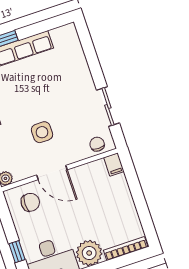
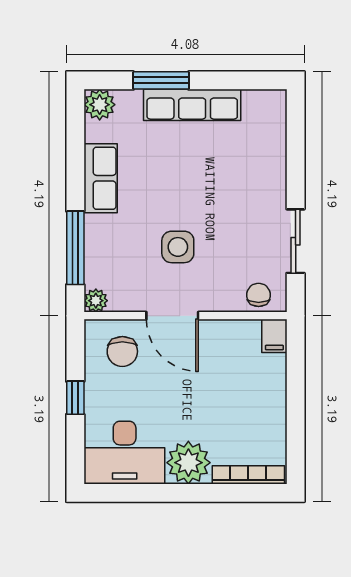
chair: (30, 202) -> (122, 351), turned 90
window: (17, 252) -> (75, 398), moved

